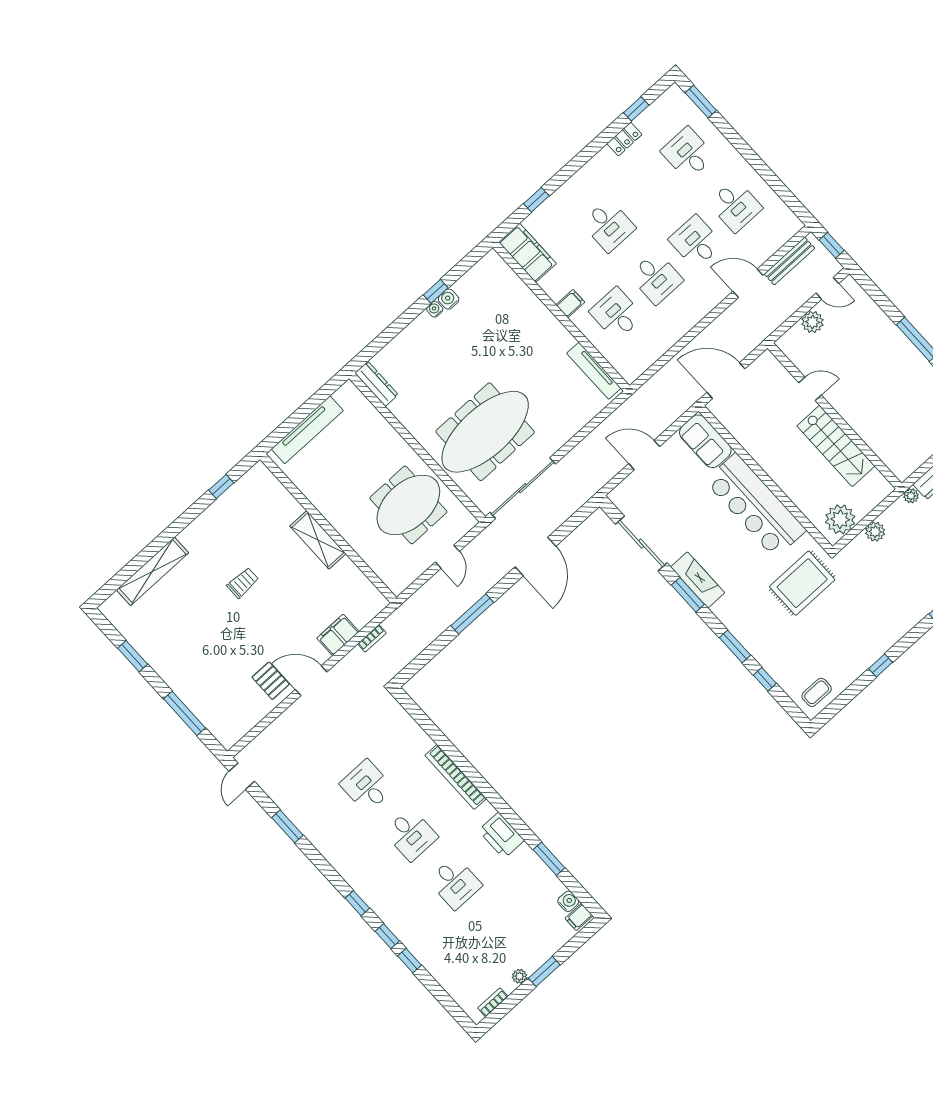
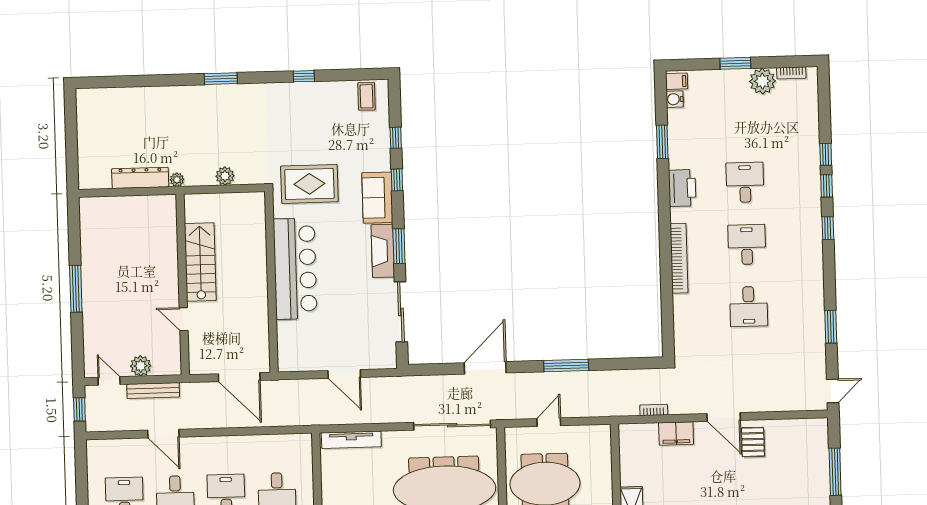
bench: (789, 261) -> (153, 391), moved
tv unit: (594, 371) -> (351, 440), moved, turned 90
sofa: (705, 441) -> (377, 198), moved, turned 180
plant: (840, 519) -> (243, 206), removed
window: (735, 646) -> (397, 180), width x0.67
coffee table: (817, 692) -> (367, 96), turned 90
plant: (519, 976) -> (762, 81), width x1.88, depth x1.88

